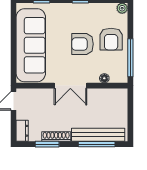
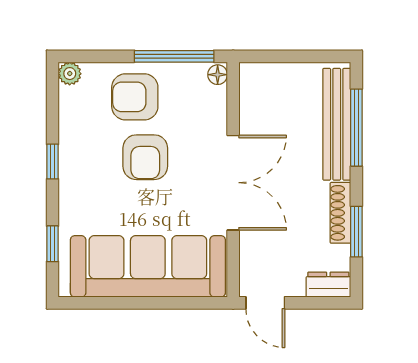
armchair: (111, 39) -> (135, 97), turned 180
floor lamp: (104, 78) -> (218, 75), moved
double door: (70, 86) -> (233, 183), width x1.37

